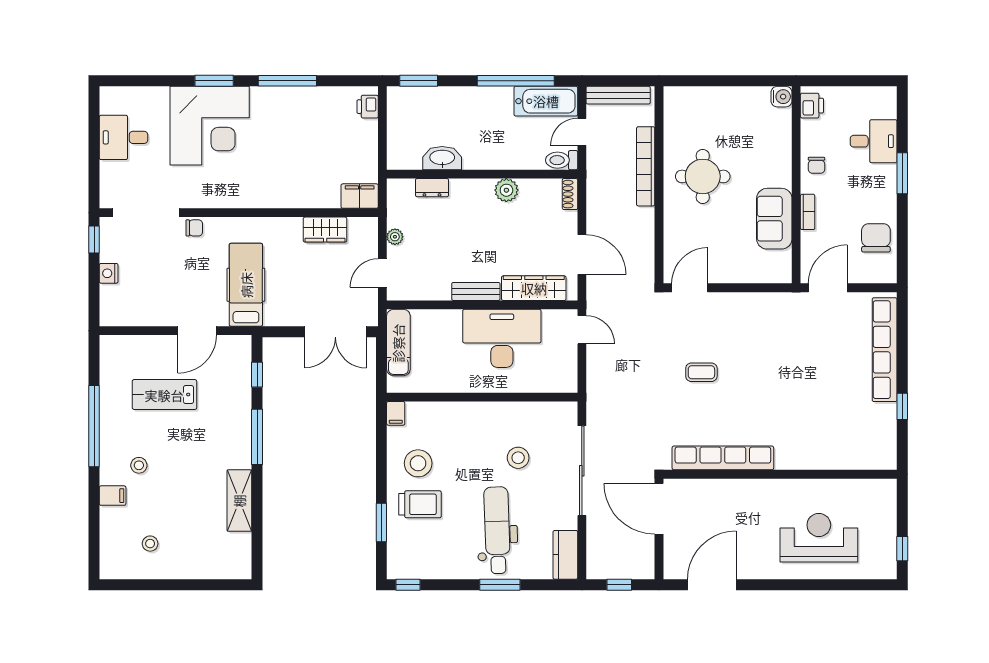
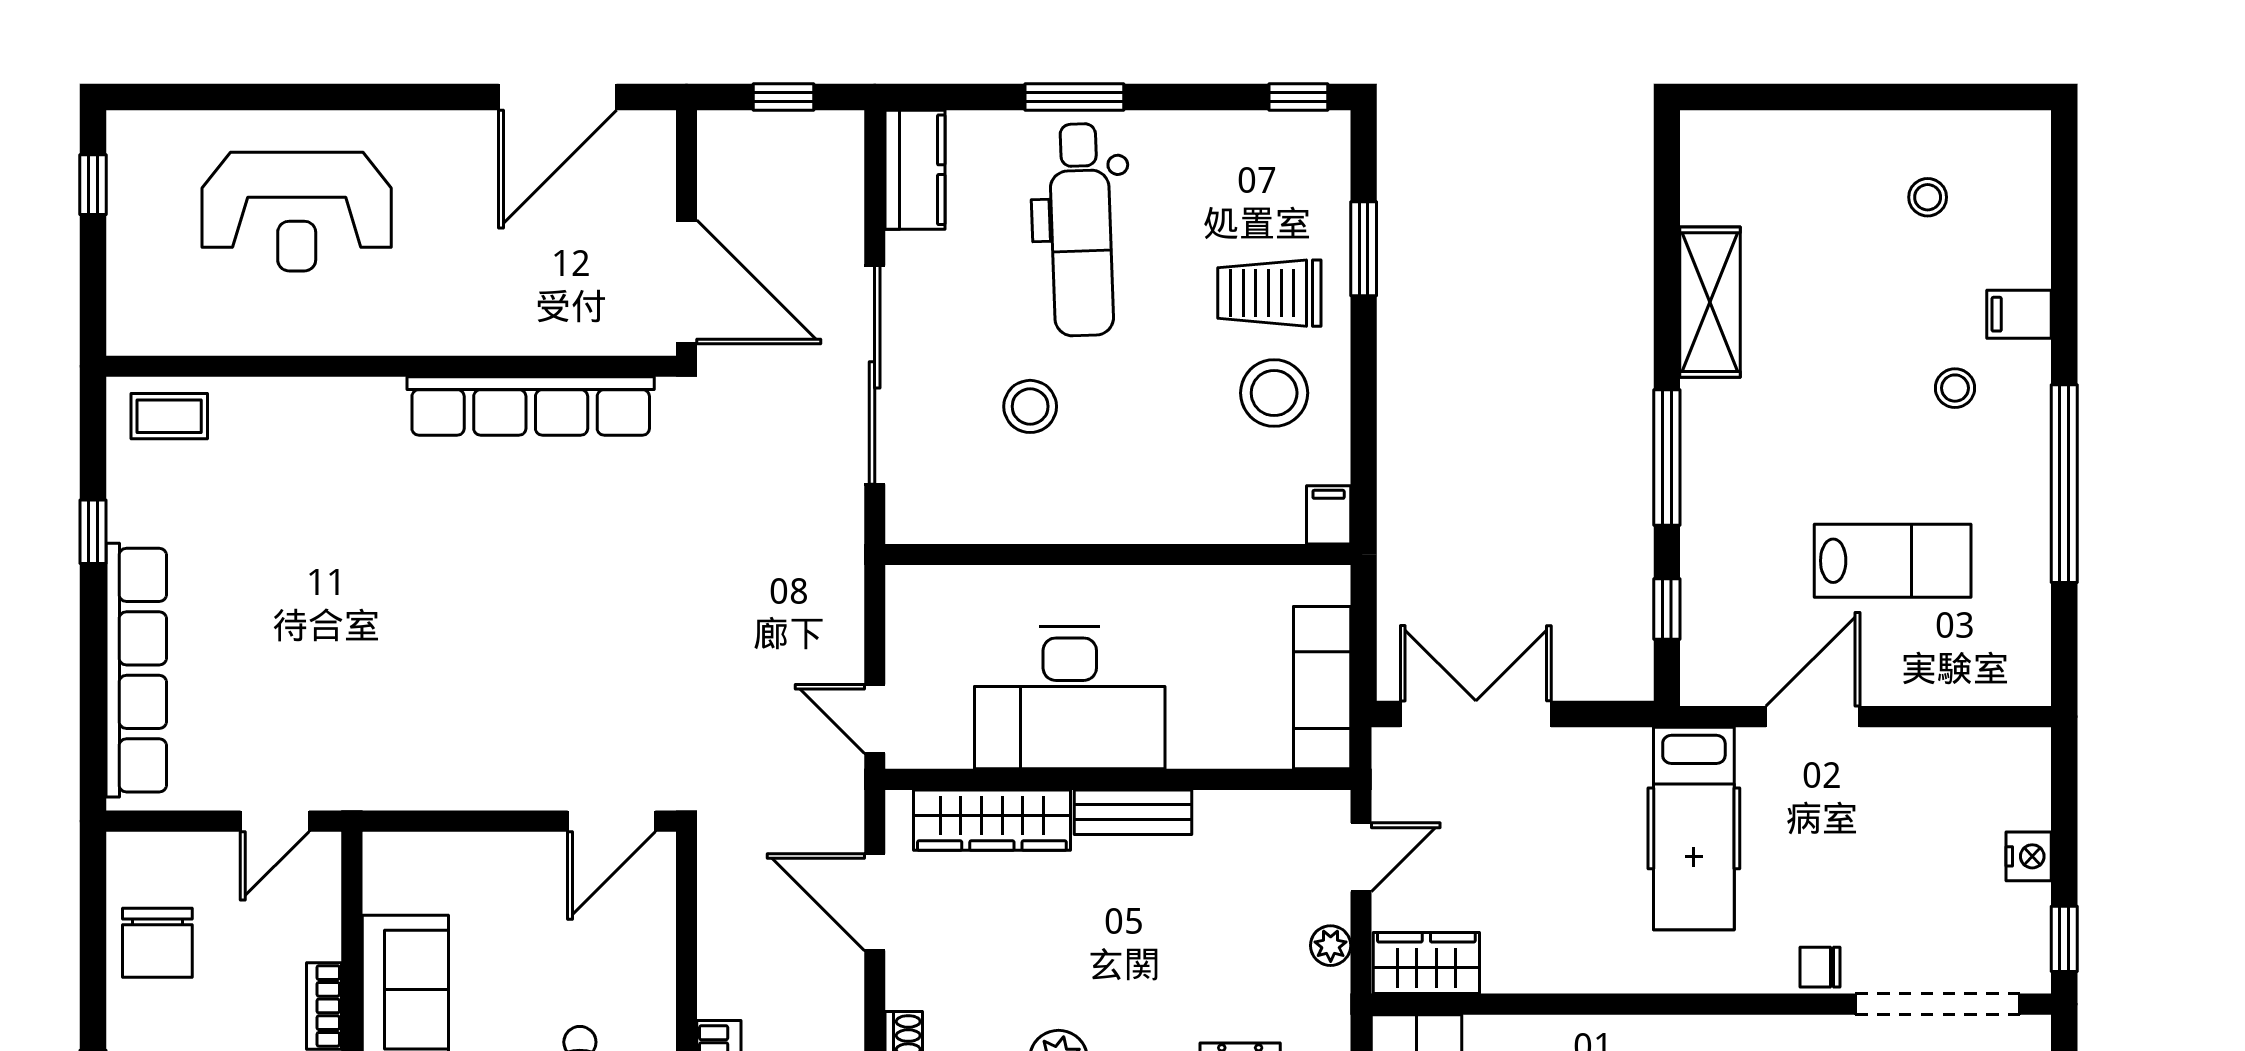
wardrobe: (325, 230) -> (1426, 963), moved
door: (828, 288) -> (275, 821), width x0.73
coffee table: (701, 372) -> (169, 416), moved

